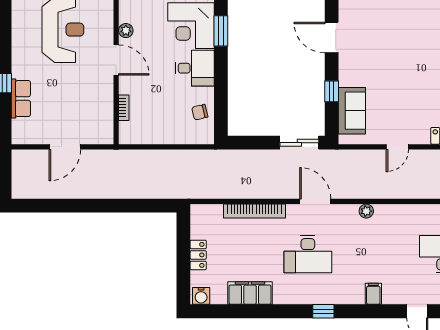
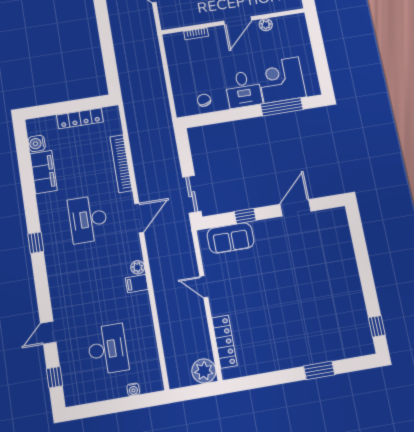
window: (221, 31) -> (282, 107), width x1.44
locker: (198, 255) -> (80, 118), width x1.53
filing cabinet: (373, 294) -> (137, 284), moved, turned 180
water cooler: (201, 296) -> (37, 143), moved

